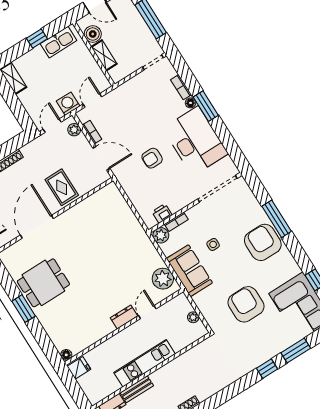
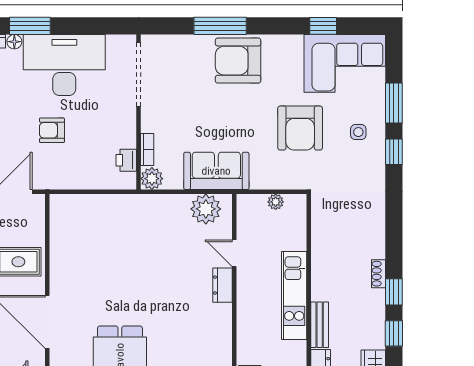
armchair: (152, 158) -> (52, 130), turned 90
side table: (213, 244) -> (358, 132), moved
armchair: (246, 304) -> (300, 128), turned -90

